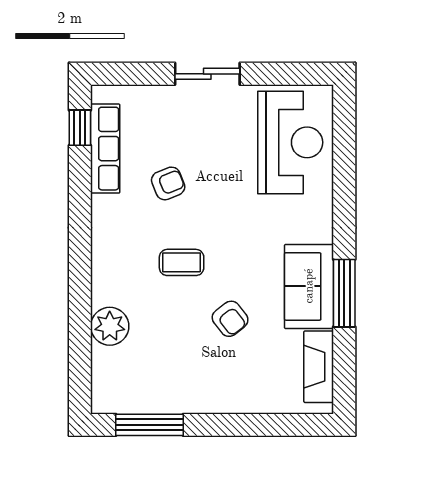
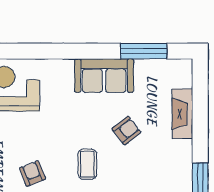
window: (344, 293) -> (144, 51), moved
fireplace: (319, 367) -> (182, 114), moved, turned 90

